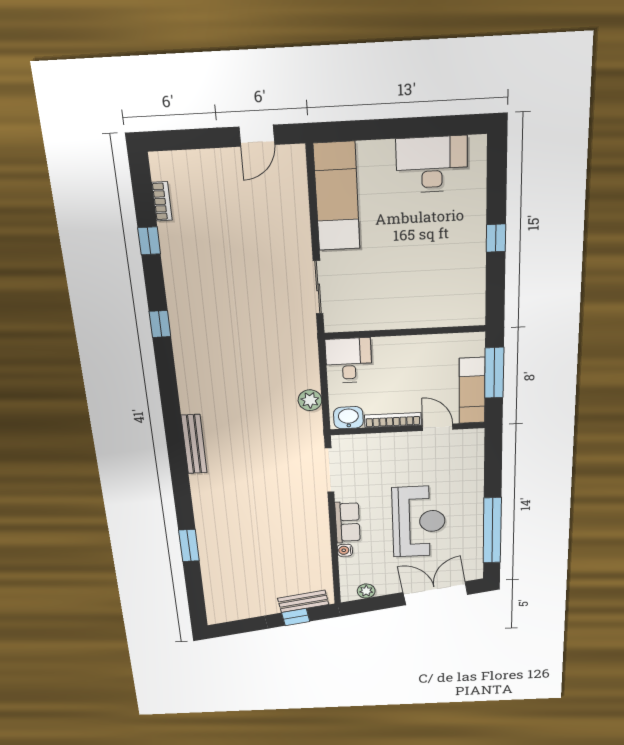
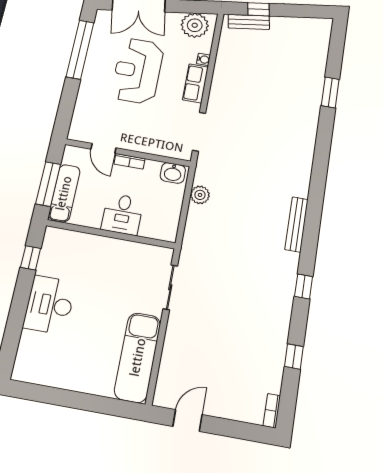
desk: (432, 164) -> (50, 305), moved, turned 90
bookcase: (162, 201) -> (272, 411), moved
window: (496, 238) -> (31, 258), moved
desk: (349, 360) -> (122, 214), moved
exam couch: (472, 391) -> (64, 193), moved
bookcase: (393, 420) -> (130, 161), width x0.64
bench: (194, 444) -> (296, 224), moved
plant: (366, 591) -> (195, 25), width x1.87, depth x1.87

